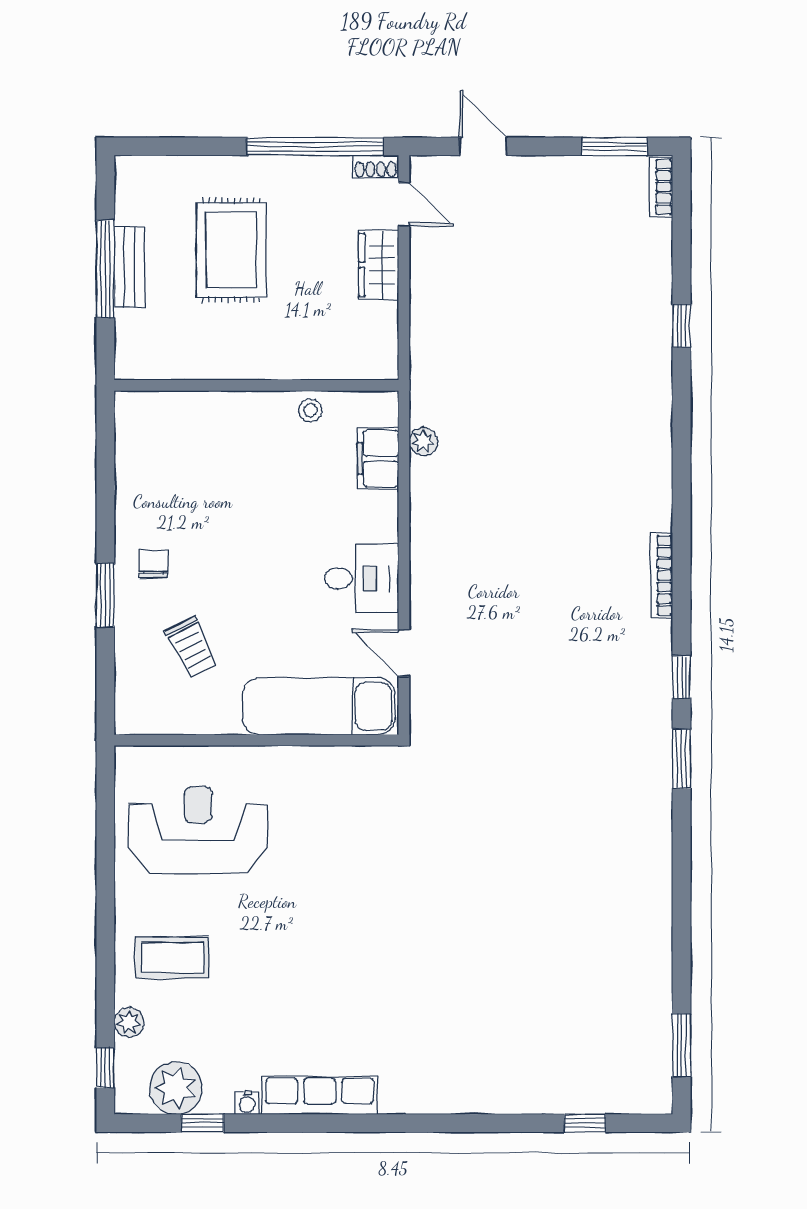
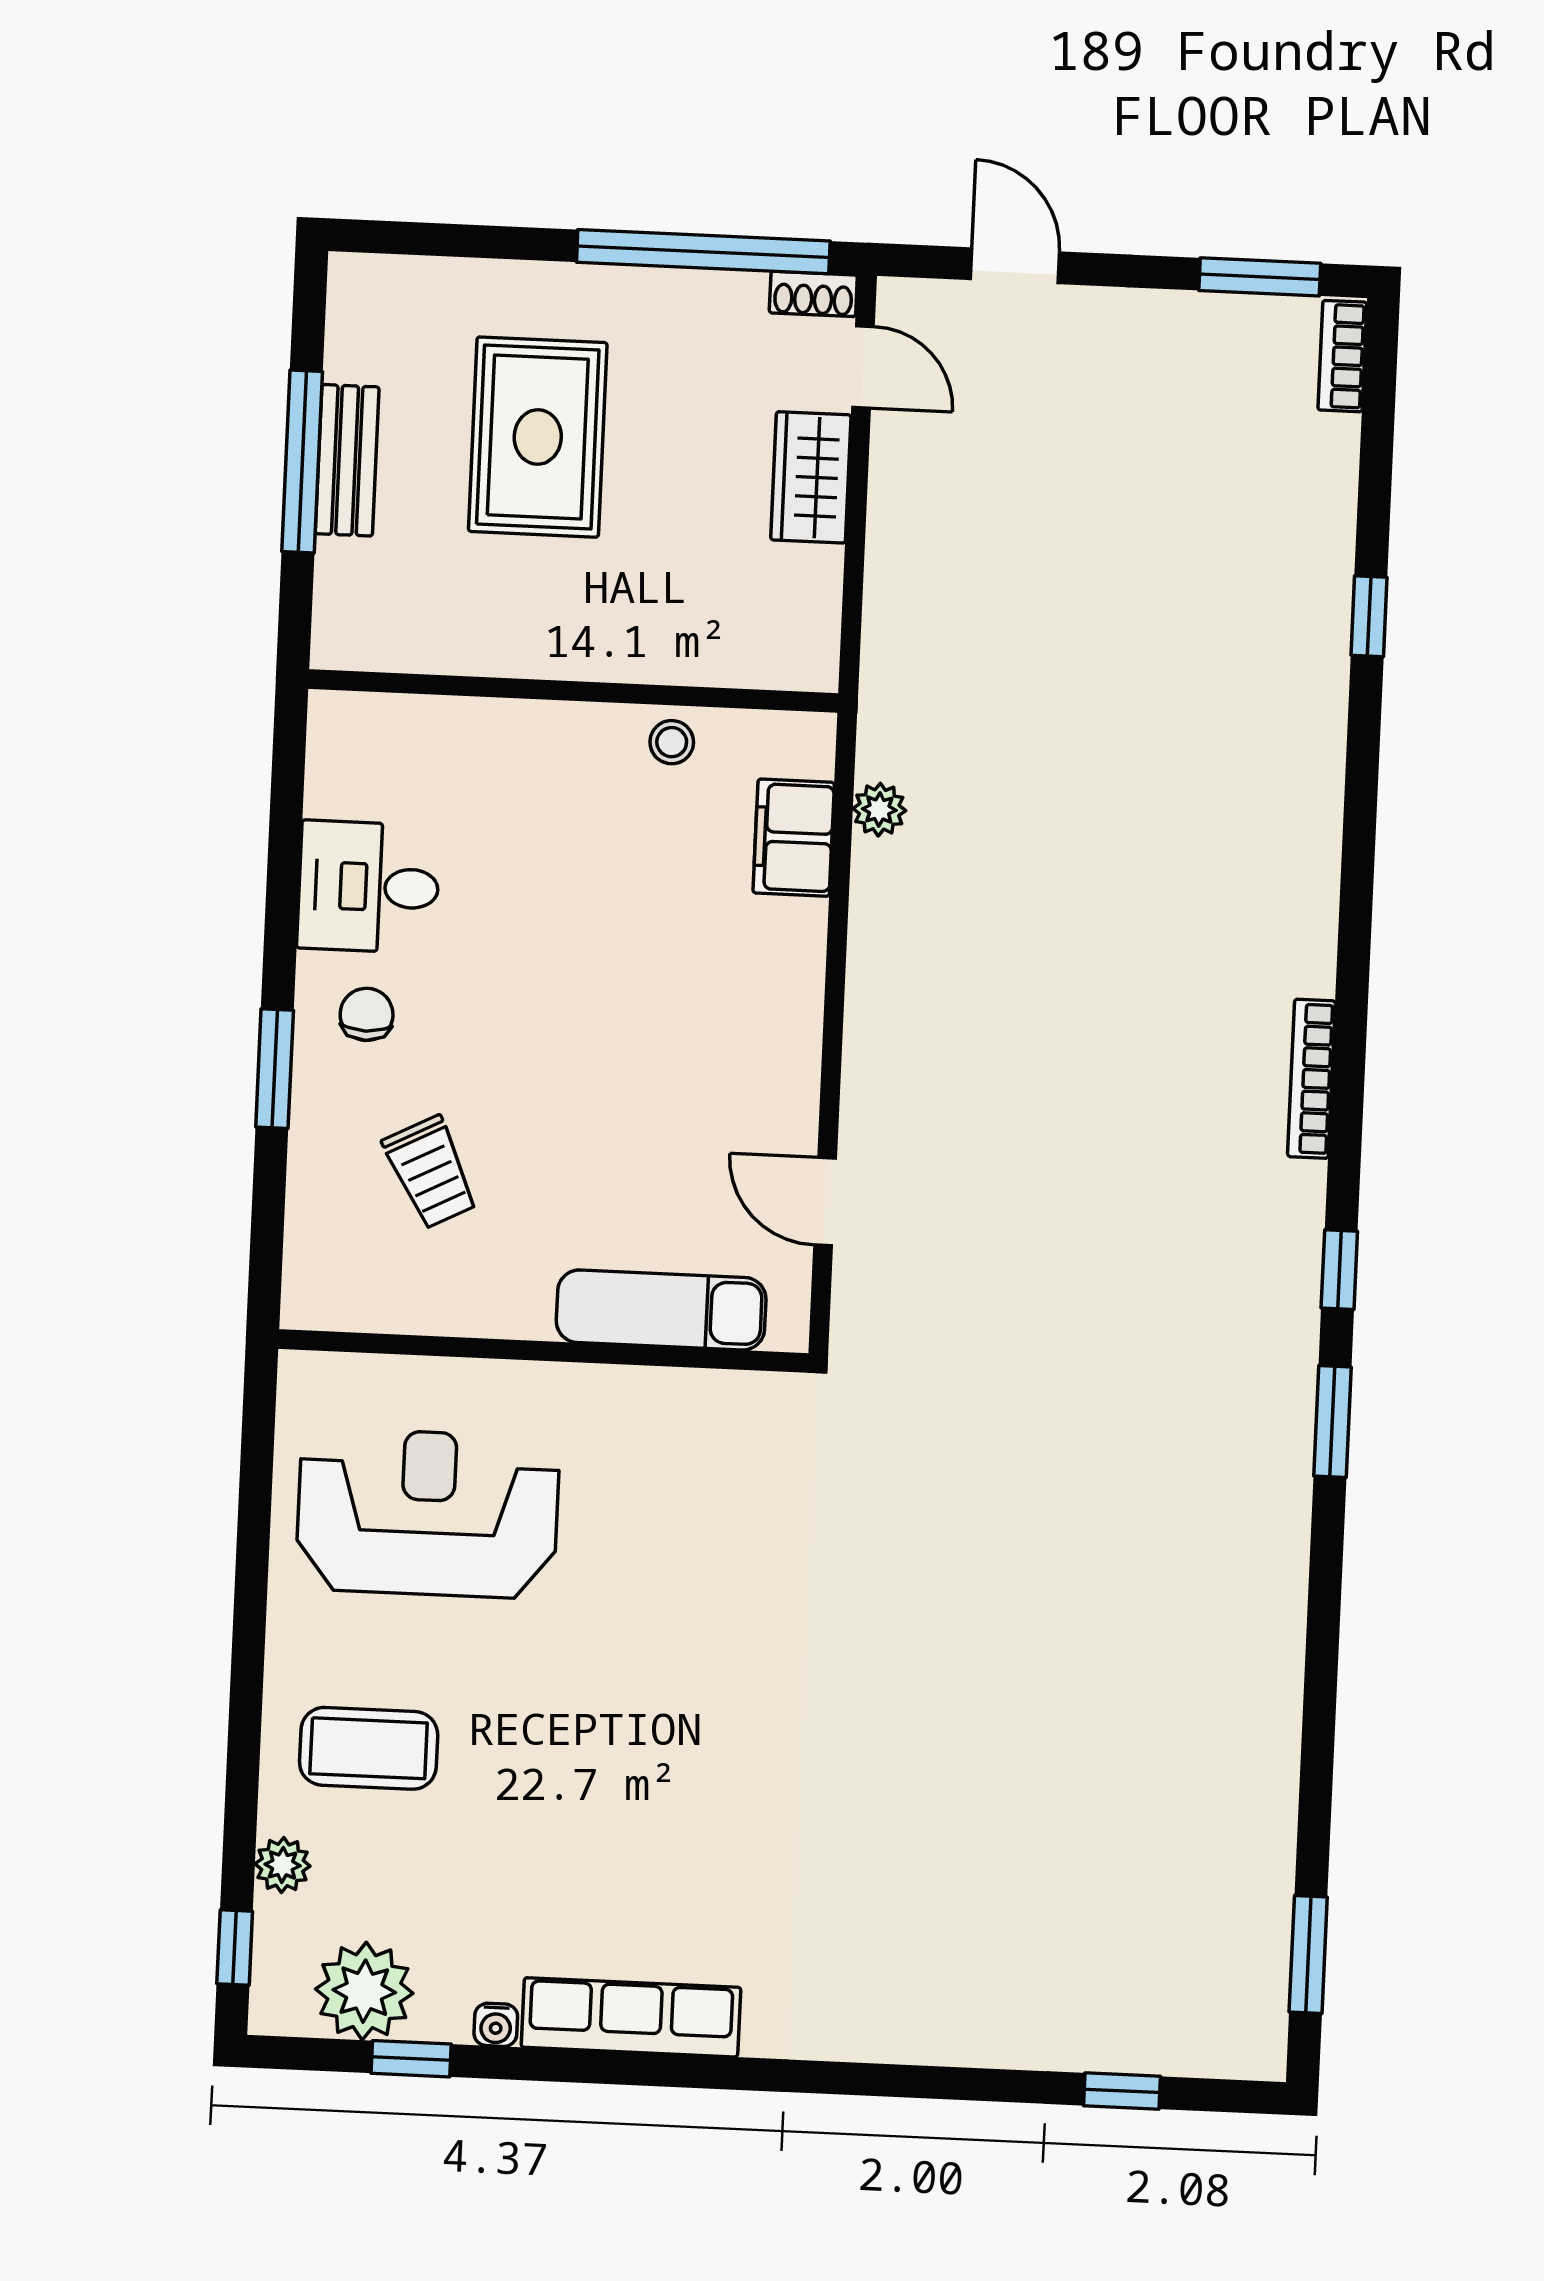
desk: (361, 579) -> (369, 887), moved, turned 180
exam couch: (319, 706) -> (661, 1310), width x0.73, depth x0.69

